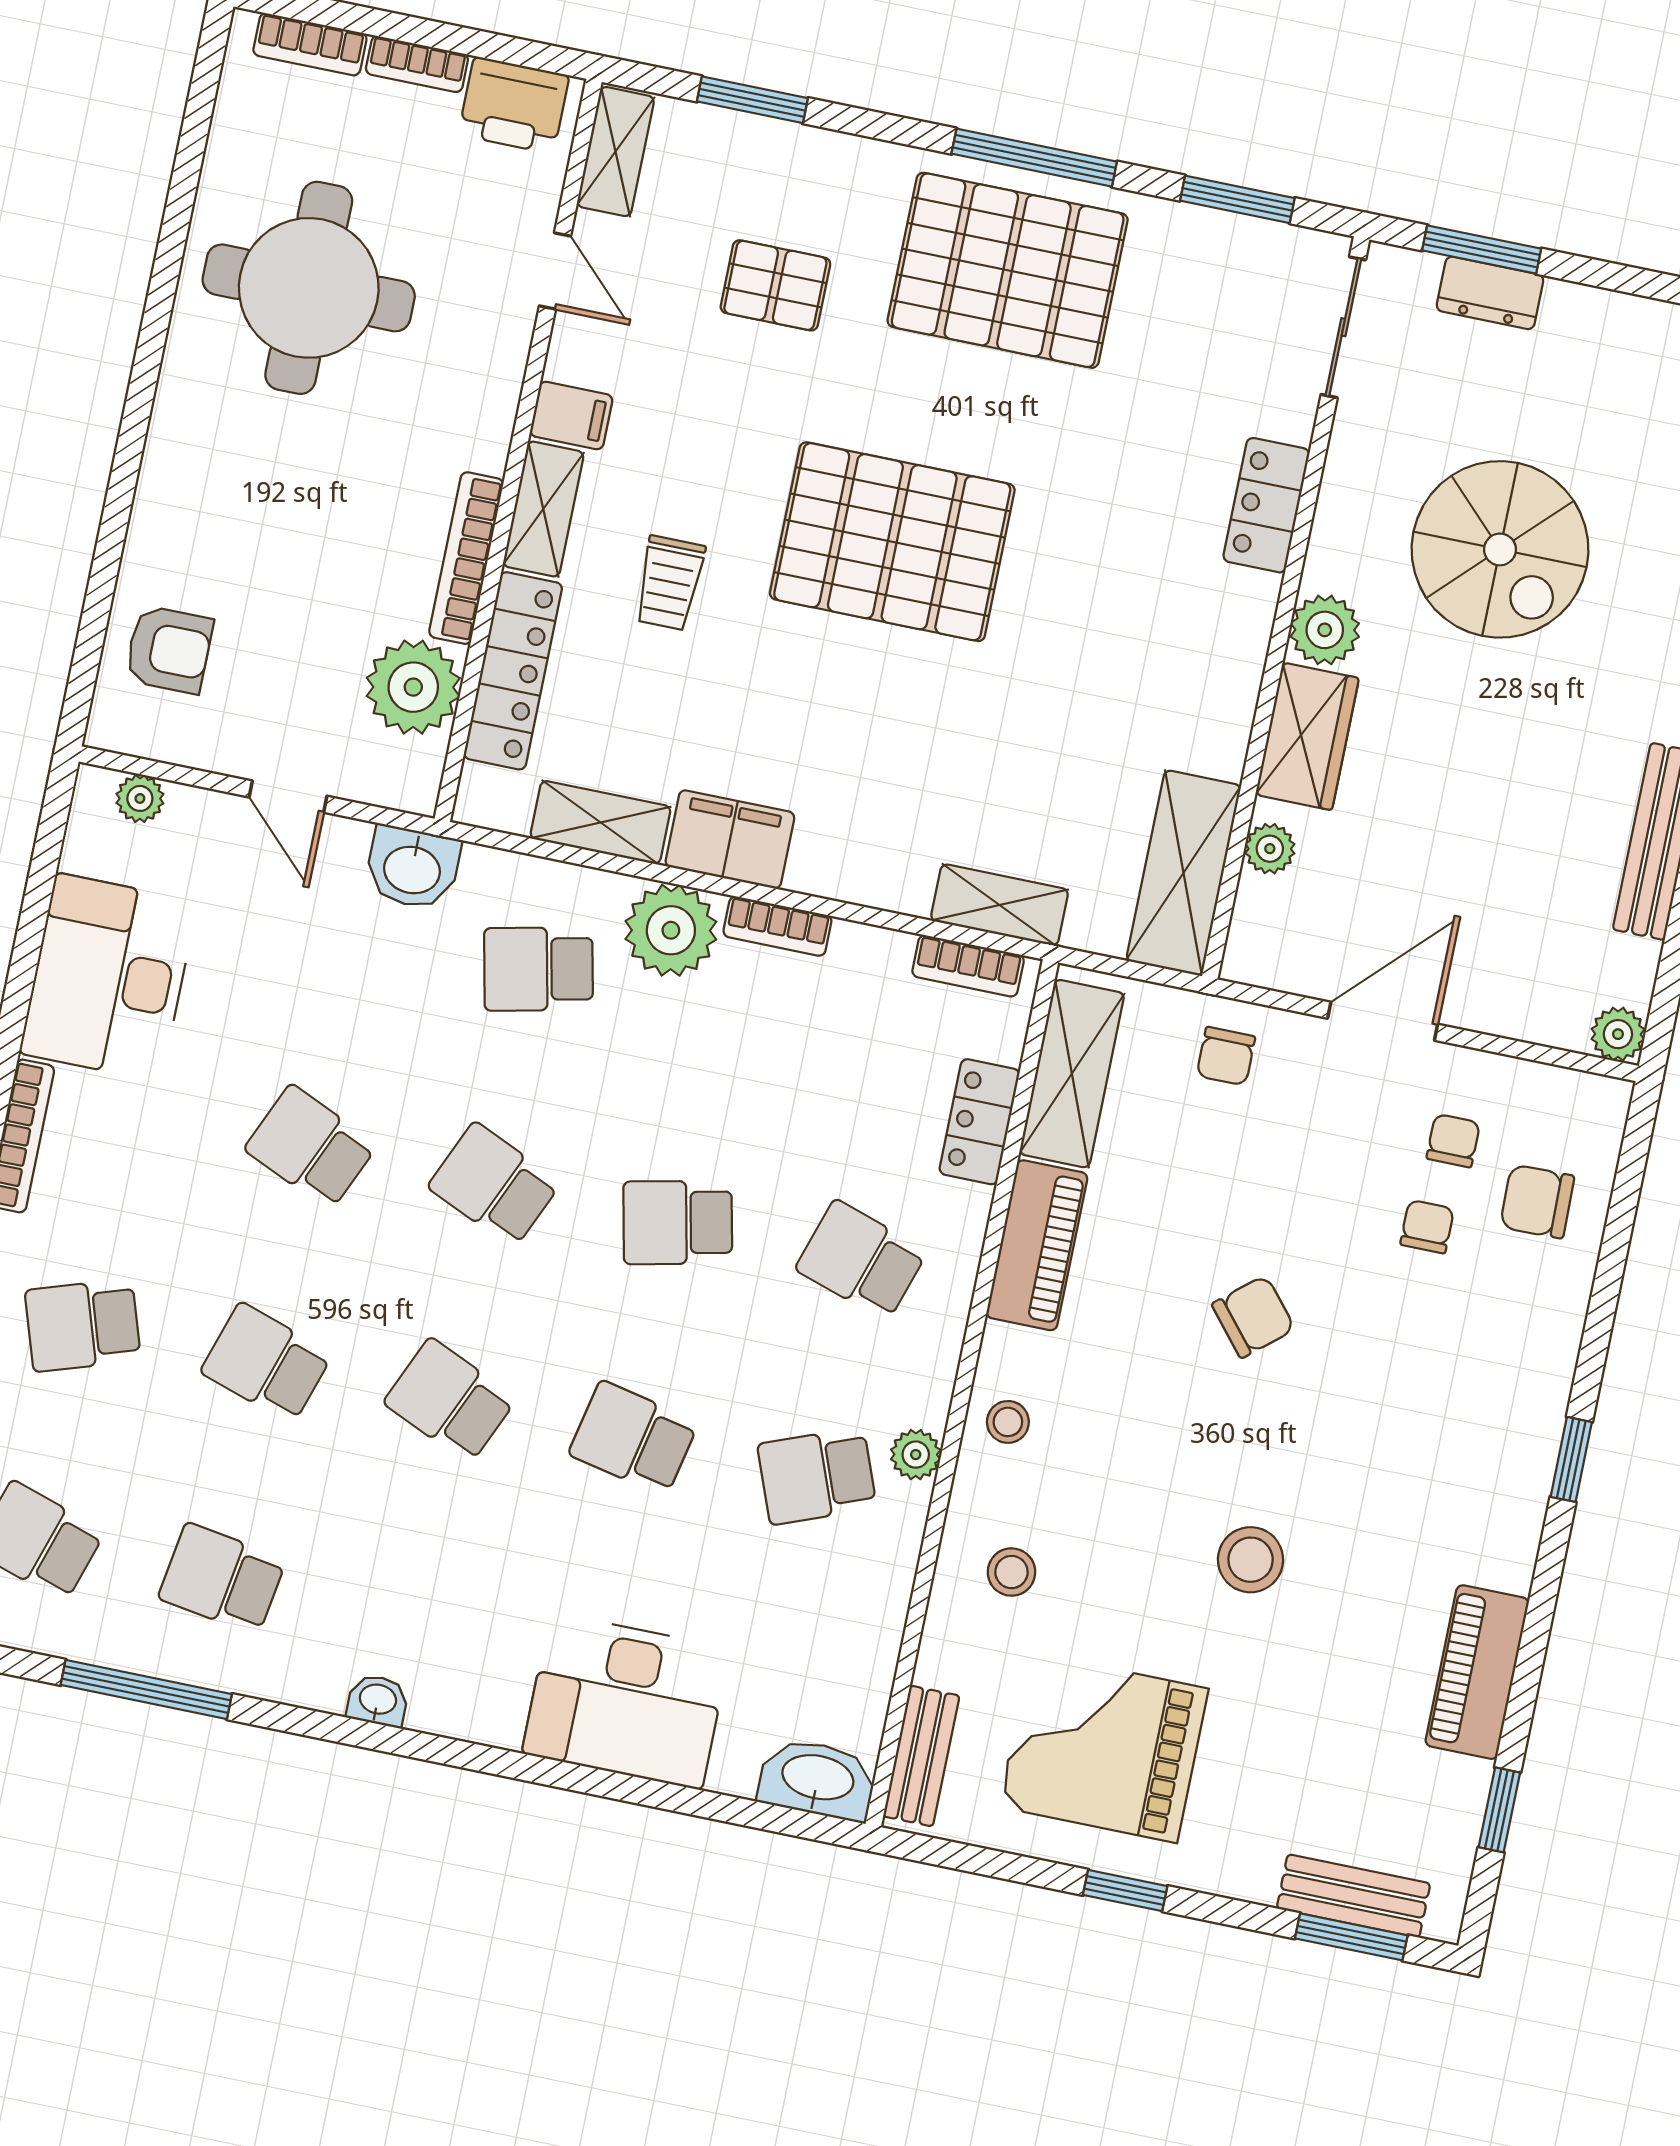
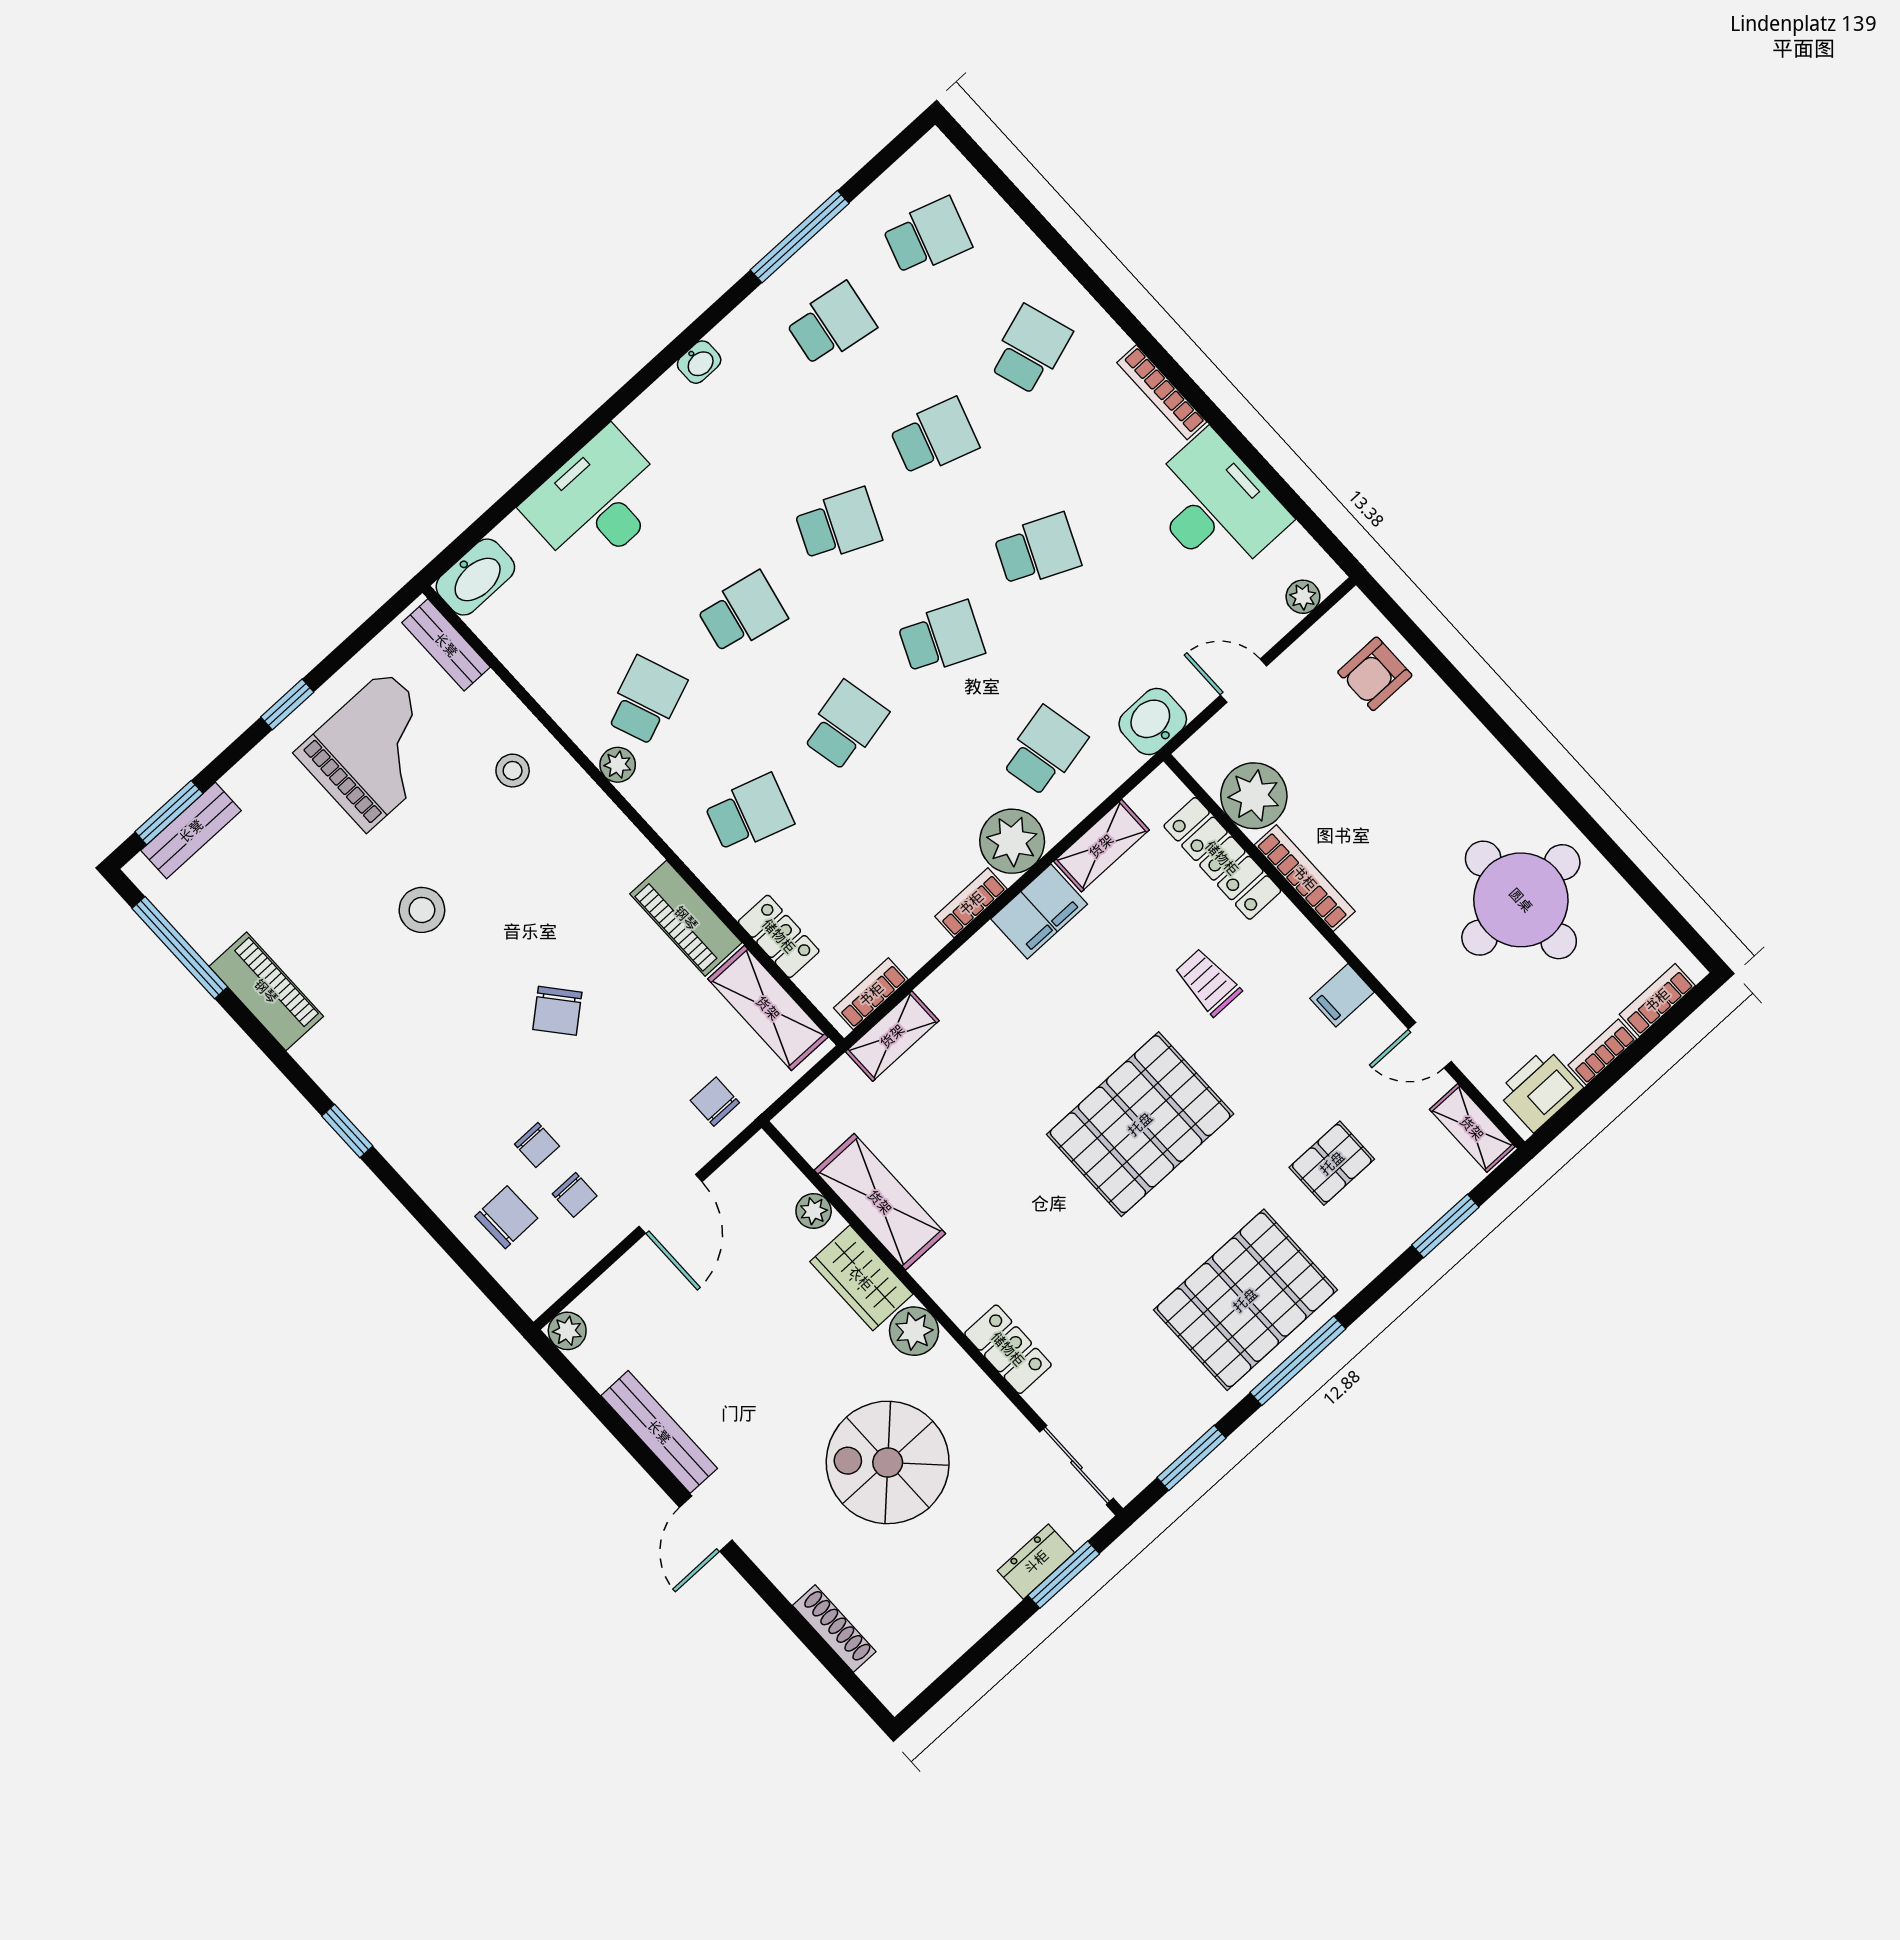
shelving: (543, 509) -> (1301, 942), removed
shelving: (1184, 873) -> (880, 1202), moved
stool: (1008, 1422) -> (598, 830), removed
window: (1499, 1810) -> (180, 948), width x2.17

